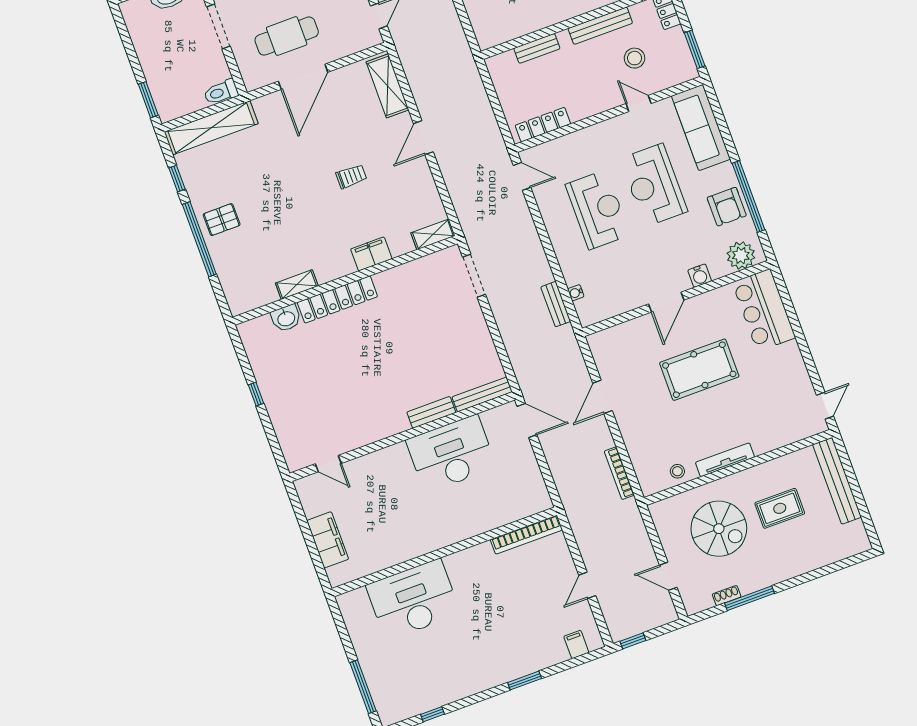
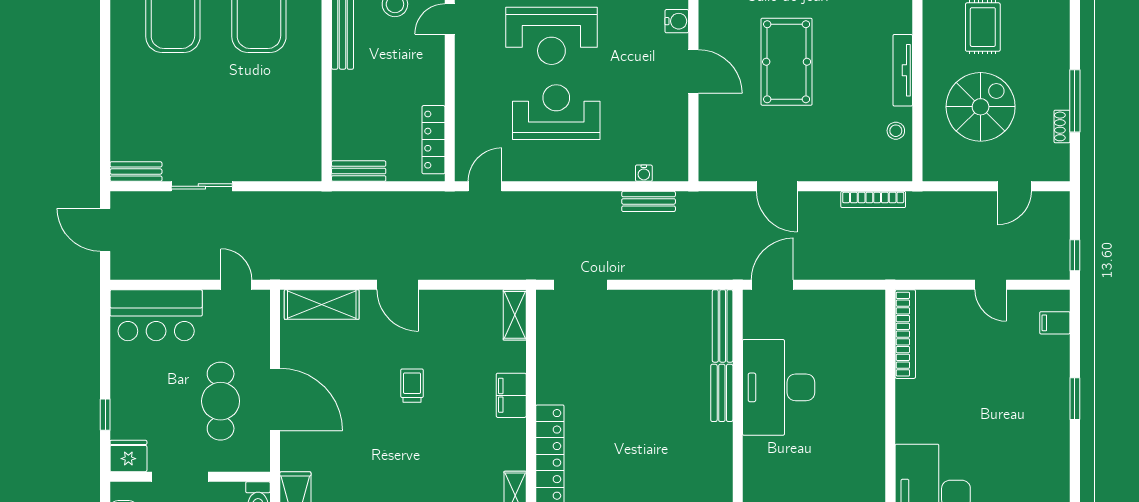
bench: (537, 48) -> (359, 171), moved, turned 90

